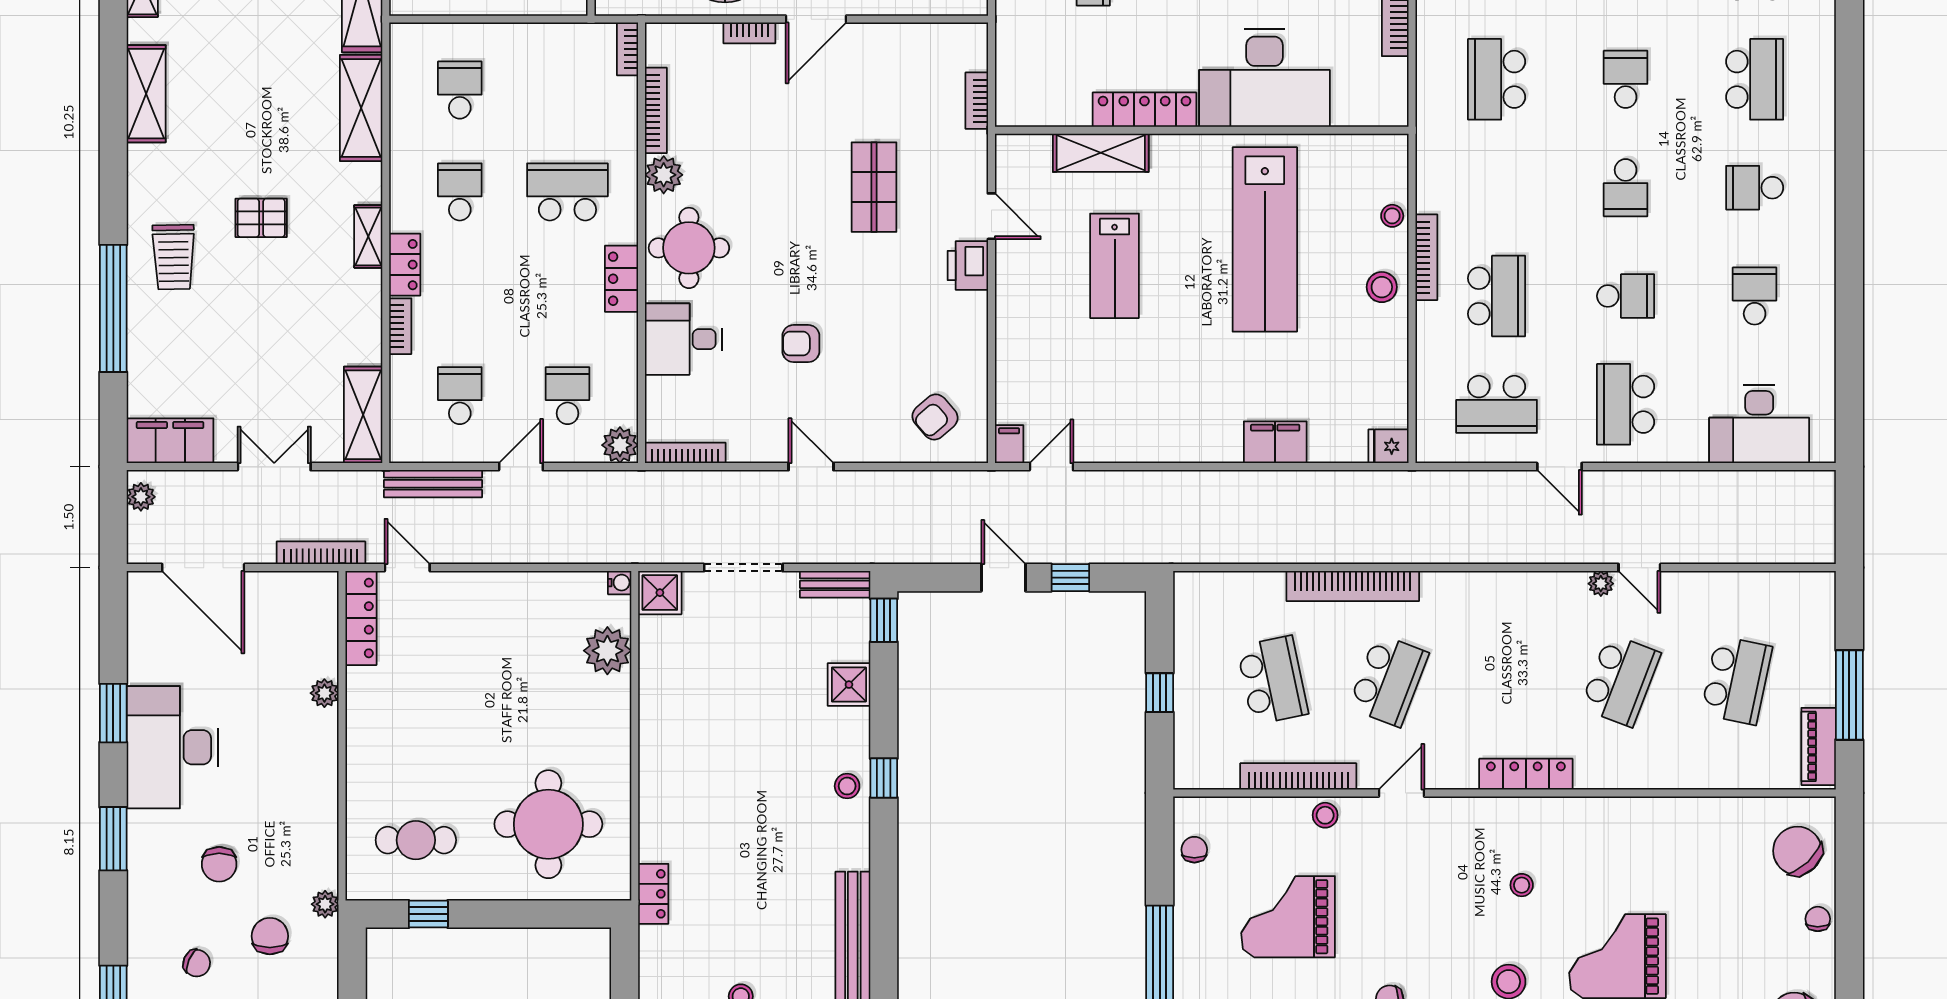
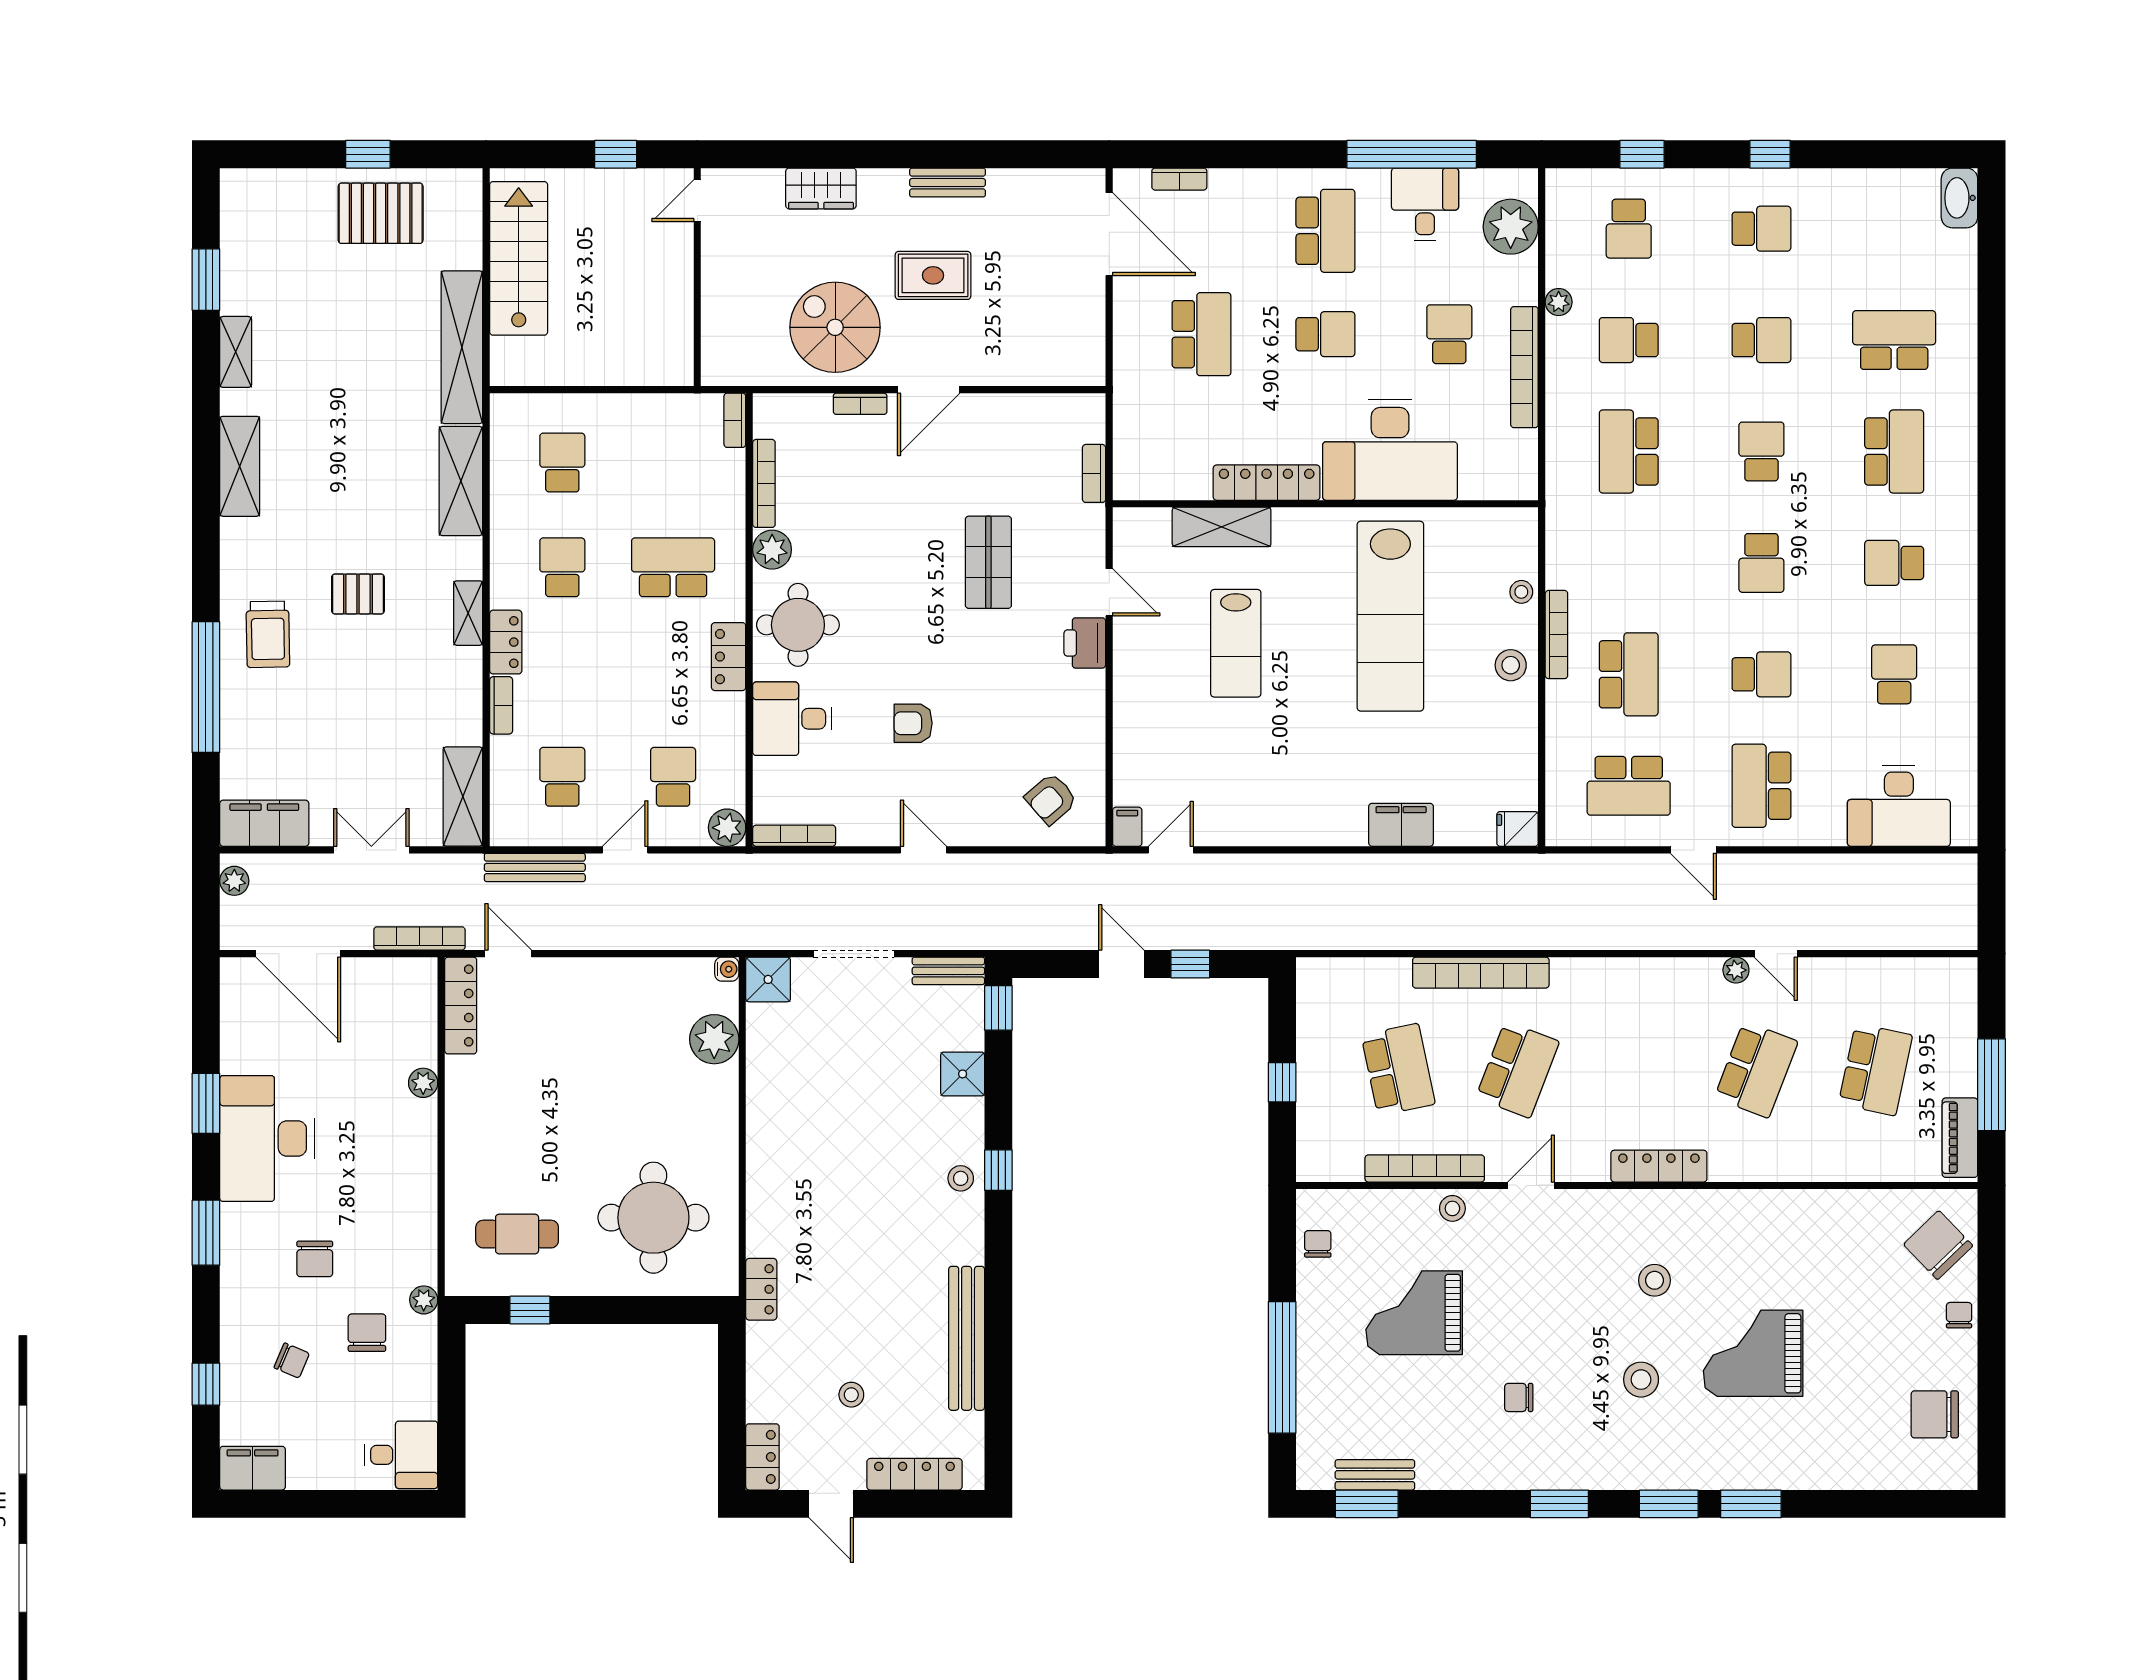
stool: (1522, 885) -> (1655, 1280), width x1.37, depth x1.37

